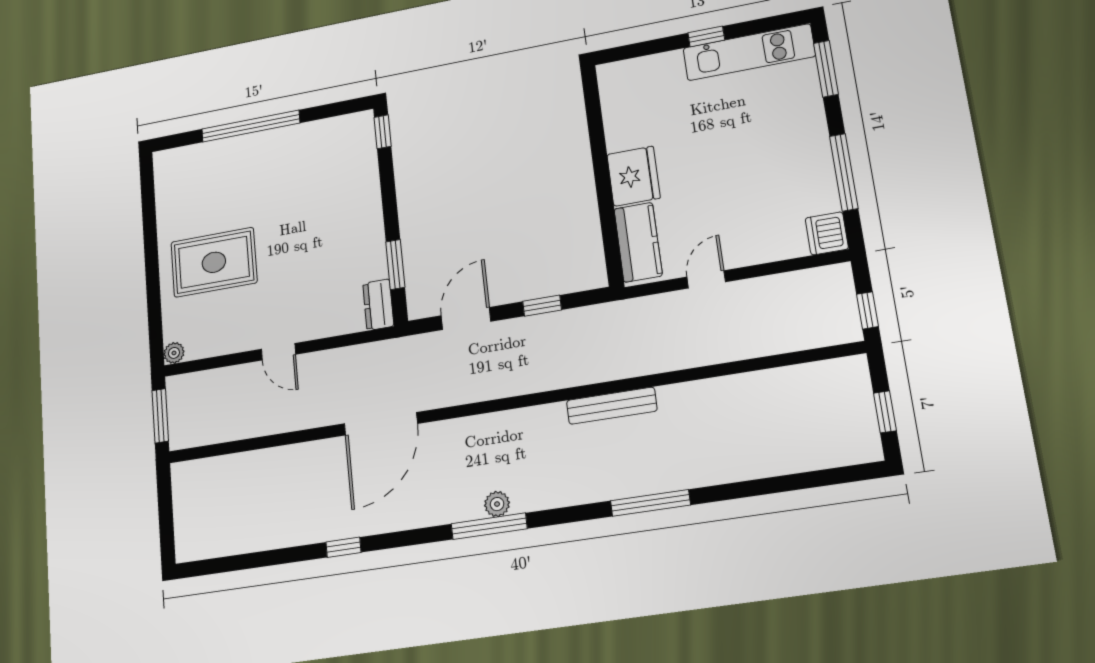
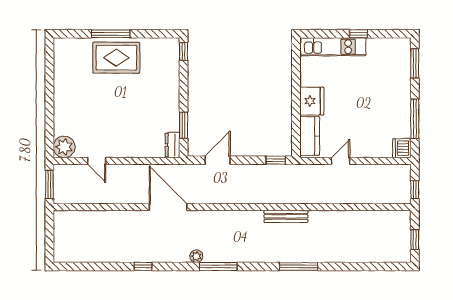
kitchen unit: (749, 52) -> (333, 47), moved
window: (251, 126) -> (111, 34), width x0.68
rug: (214, 262) -> (116, 58), moved
window: (542, 306) -> (276, 160), moved
door: (278, 352) -> (97, 161), moved
plant: (174, 353) -> (64, 147), width x1.88, depth x1.88
door: (381, 424) -> (168, 207), swing flipped
plant: (497, 504) -> (196, 256), moved

